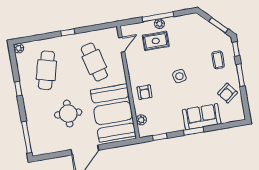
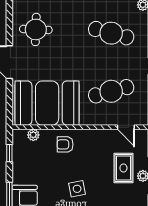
round table: (68, 114) -> (36, 29), moved

